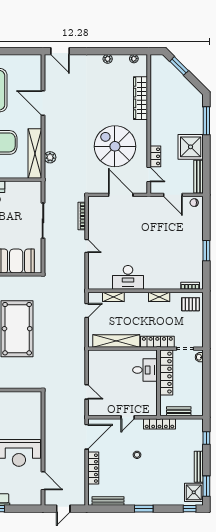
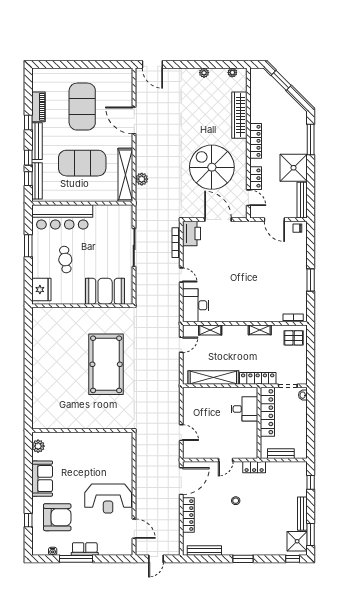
locker: (155, 122) -> (256, 141), added
printer: (96, 208) -> (191, 233), added
desk: (128, 277) -> (196, 305), moved, turned 90
locker: (160, 424) -> (254, 467), width x0.66

